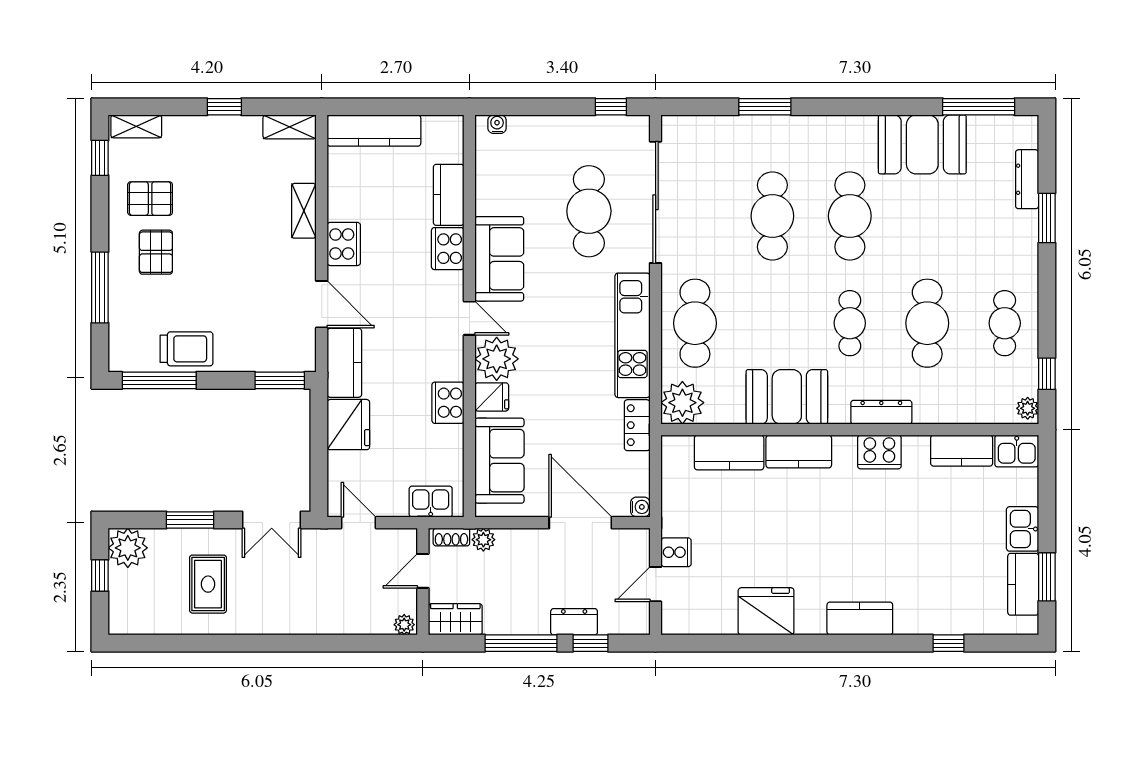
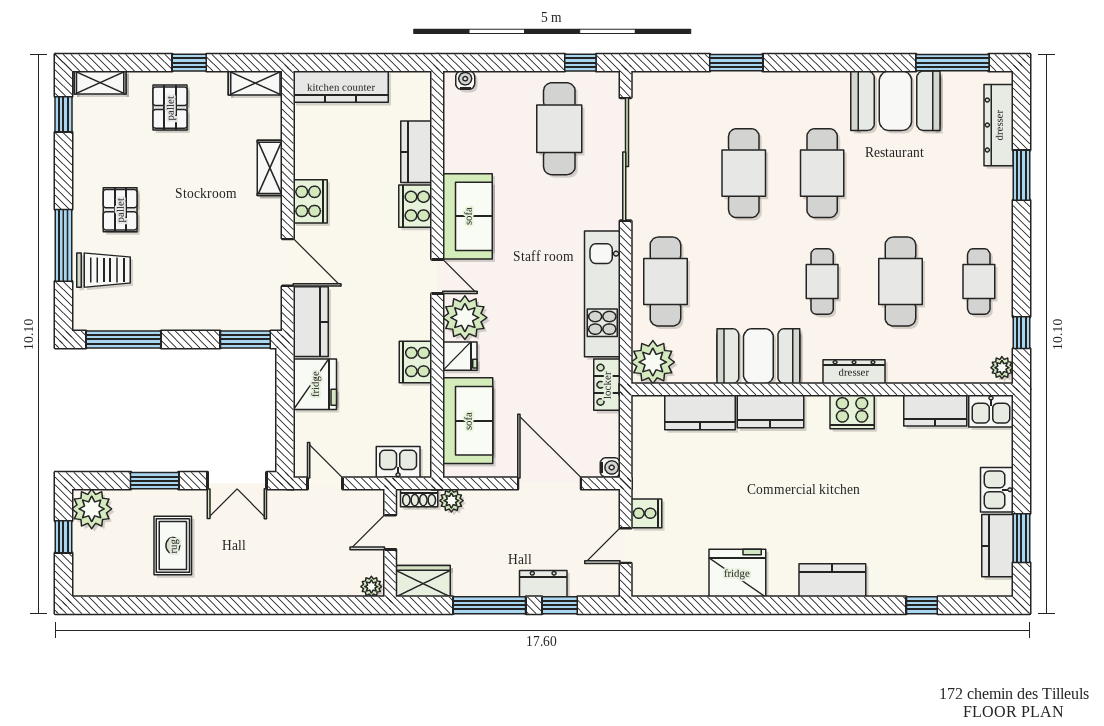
dresser: (1027, 179) -> (999, 125), width x1.37, depth x1.24
pallet: (150, 199) -> (170, 108), moved, turned 90
cafe table: (589, 211) -> (559, 129), moved
trolley: (186, 349) -> (103, 270), moved

